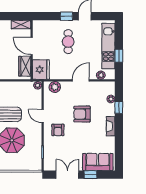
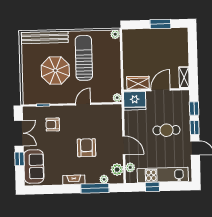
window: (49, 16) -> (194, 108), added
plant: (55, 87) -> (117, 170), moved
window: (119, 107) -> (95, 188), width x2.17
armchair: (58, 130) -> (53, 125), moved

